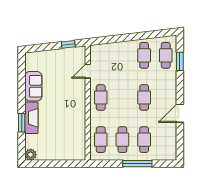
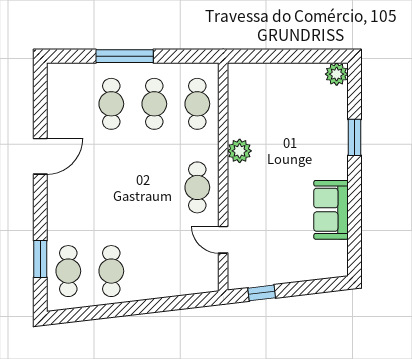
door: (88, 71) -> (223, 240), swing flipped
cafe table: (144, 97) -> (111, 187), removed
plant: (79, 116) -> (240, 151), added
fireplace: (31, 118) -> (335, 147), removed

